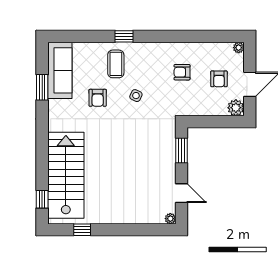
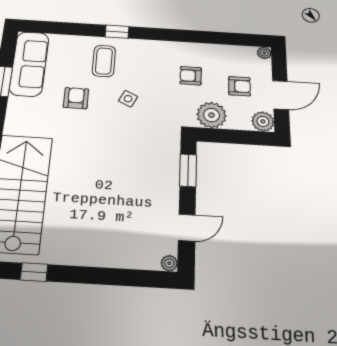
armchair: (219, 79) -> (240, 86), turned -90
armchair: (98, 98) -> (76, 98), turned 180
plant: (198, 105) -> (212, 115), added
door: (182, 193) -> (187, 228), hinge flipped

